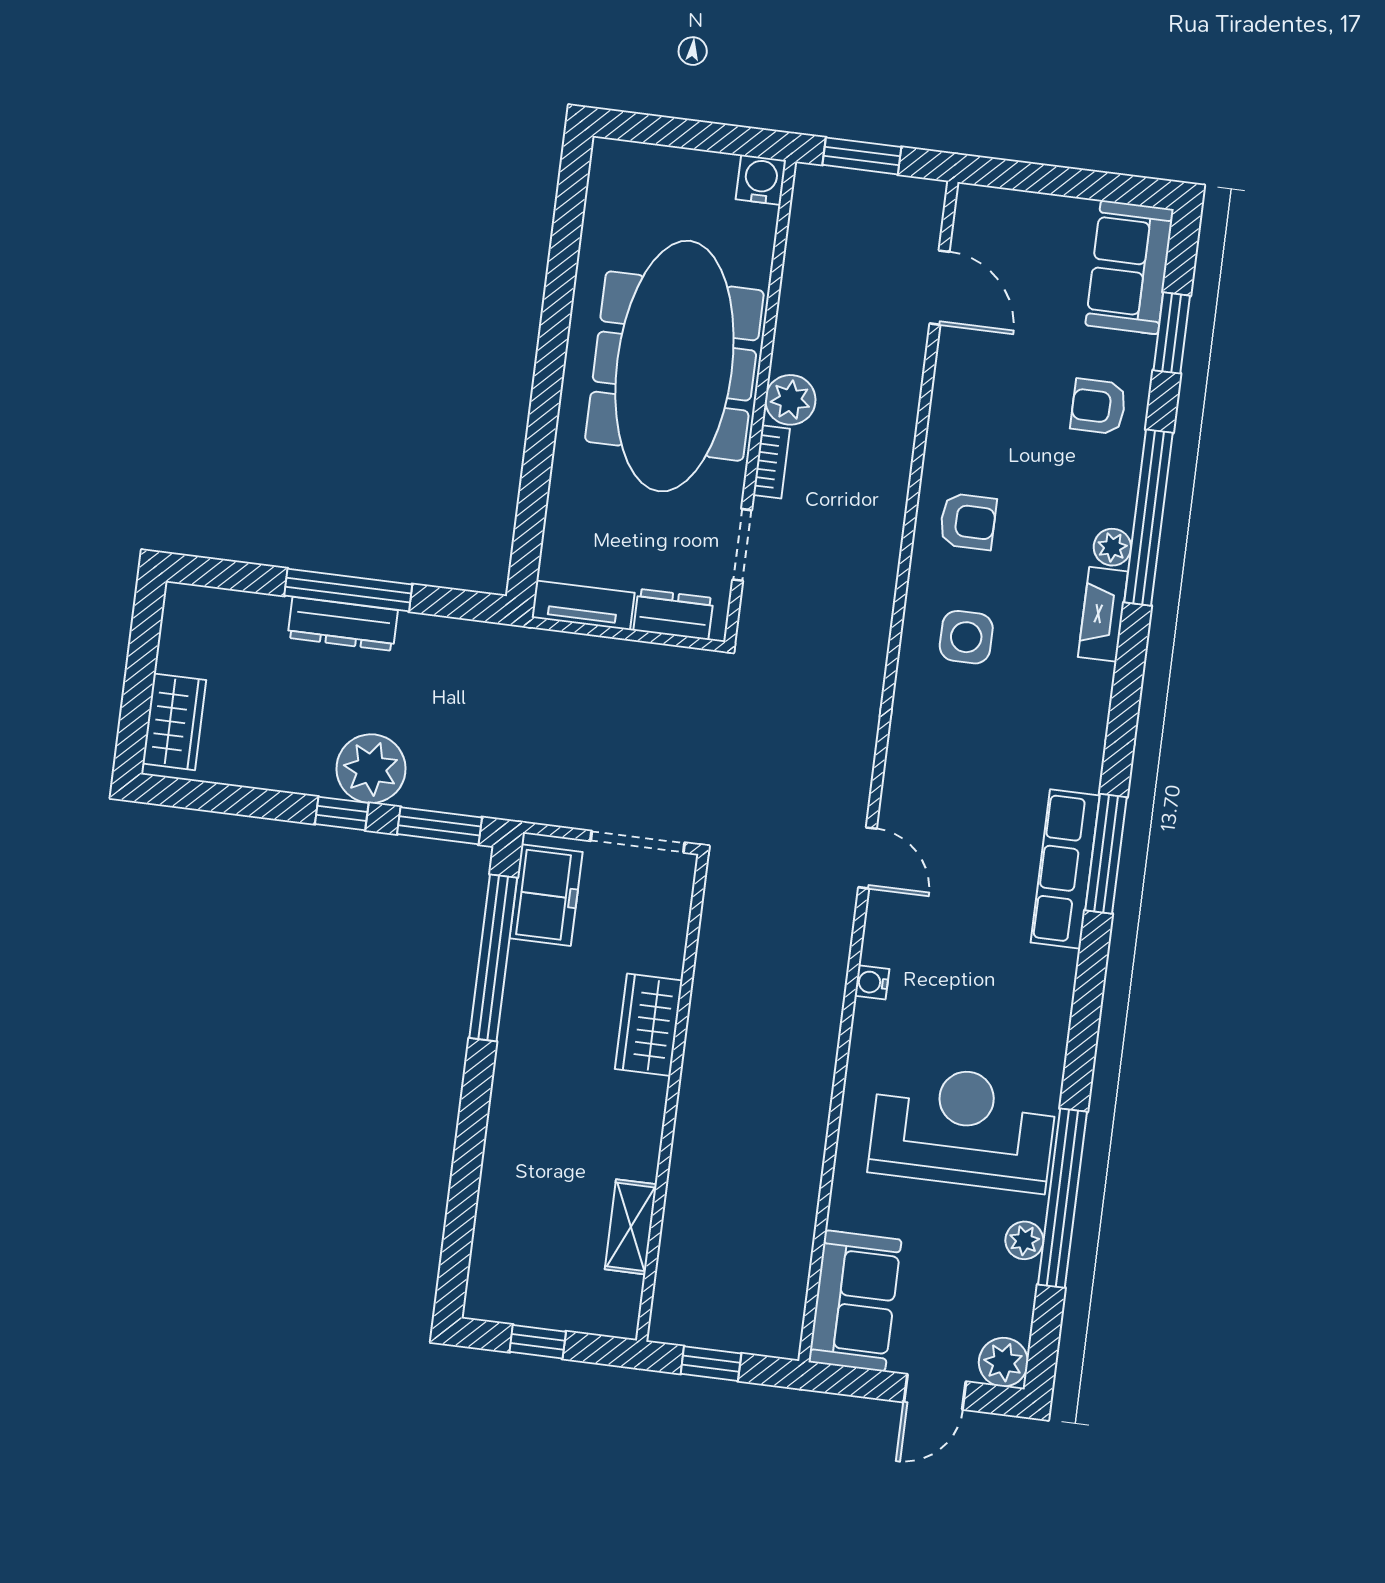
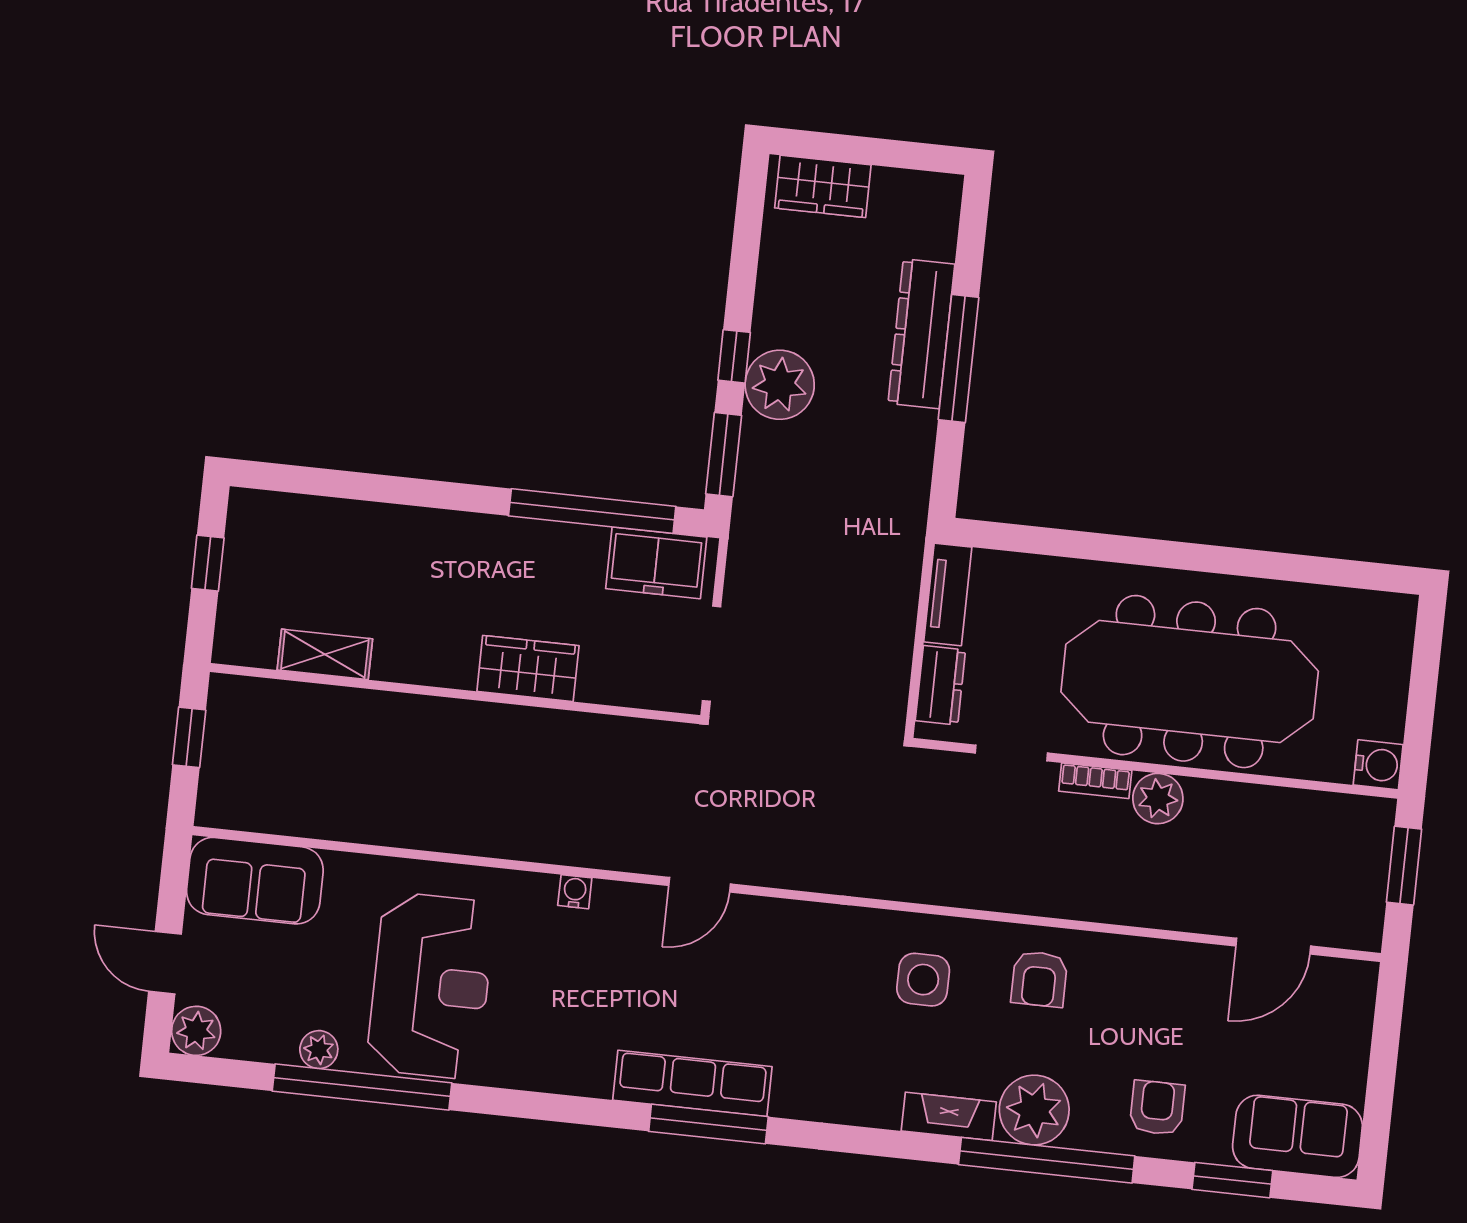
plant: (1112, 547) -> (1034, 1110), width x1.87, depth x1.87
dresser: (343, 624) -> (921, 334), width x1.37, depth x1.24

